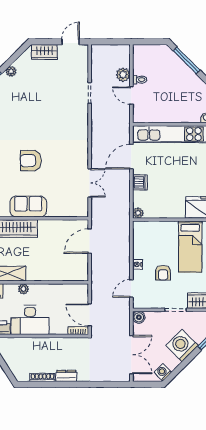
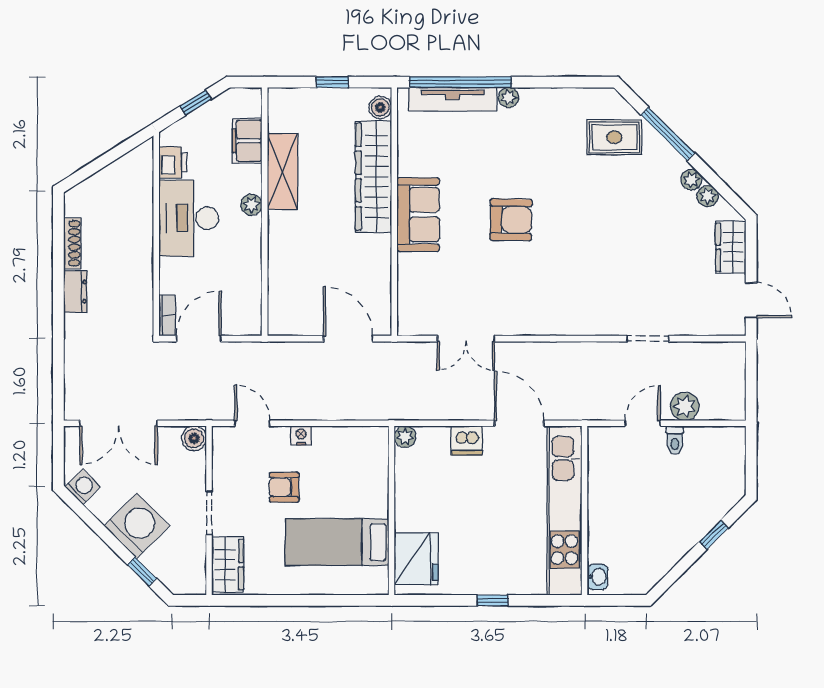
window: (187, 60) -> (714, 535), width x0.46
plant: (19, 63) -> (708, 196), added
armchair: (31, 161) -> (511, 220), turned 91

